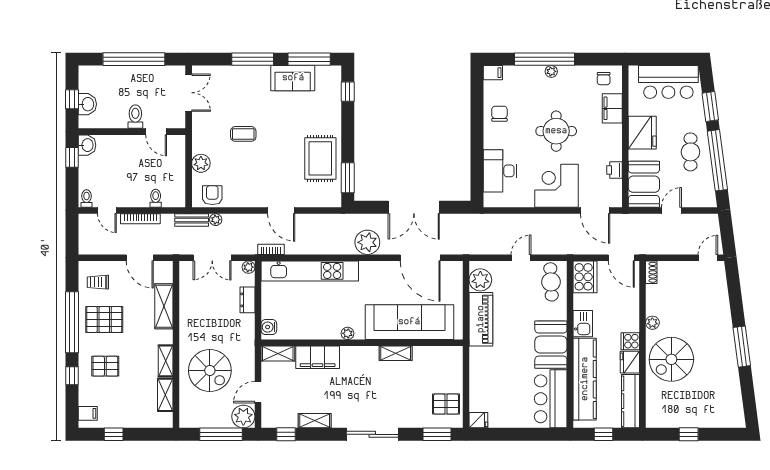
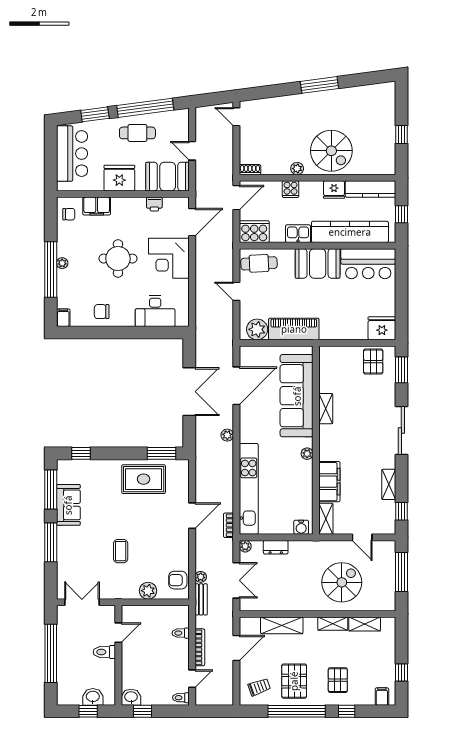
plant: (367, 242) -> (227, 435), width x0.53, depth x0.53
trolley: (98, 282) -> (259, 687), turned -110
cooker: (630, 341) -> (291, 189), moved
plant: (243, 416) -> (385, 551), removed
fridge: (478, 420) -> (382, 328), width x1.88, depth x1.34

